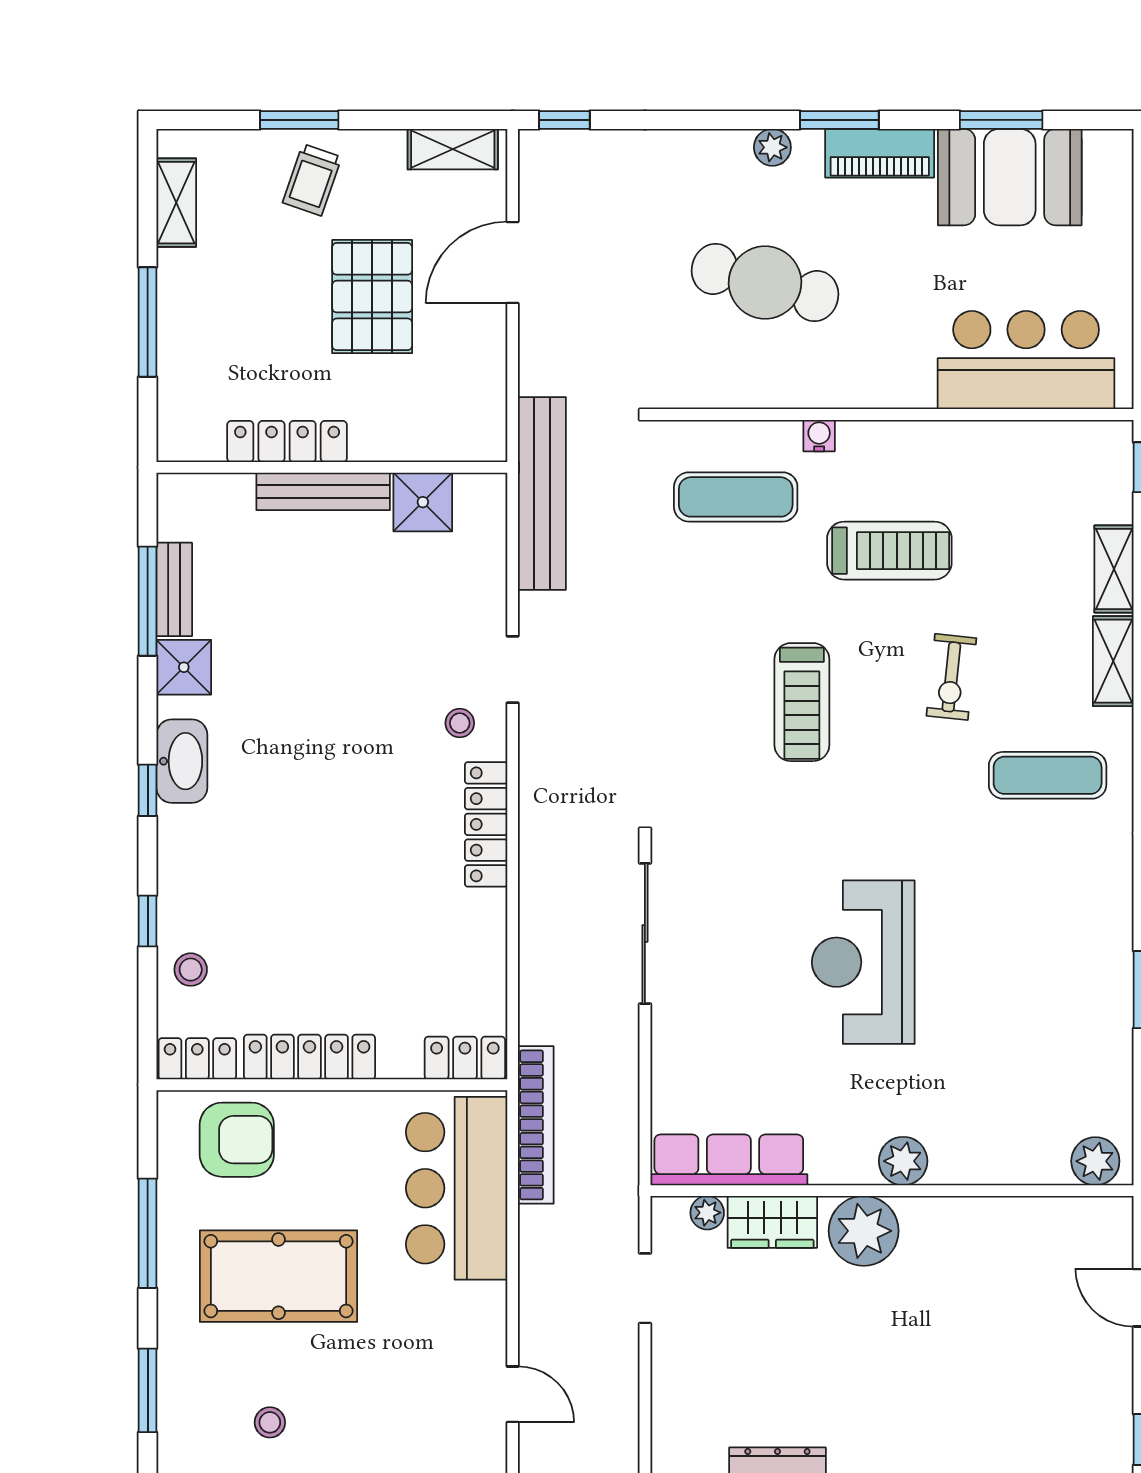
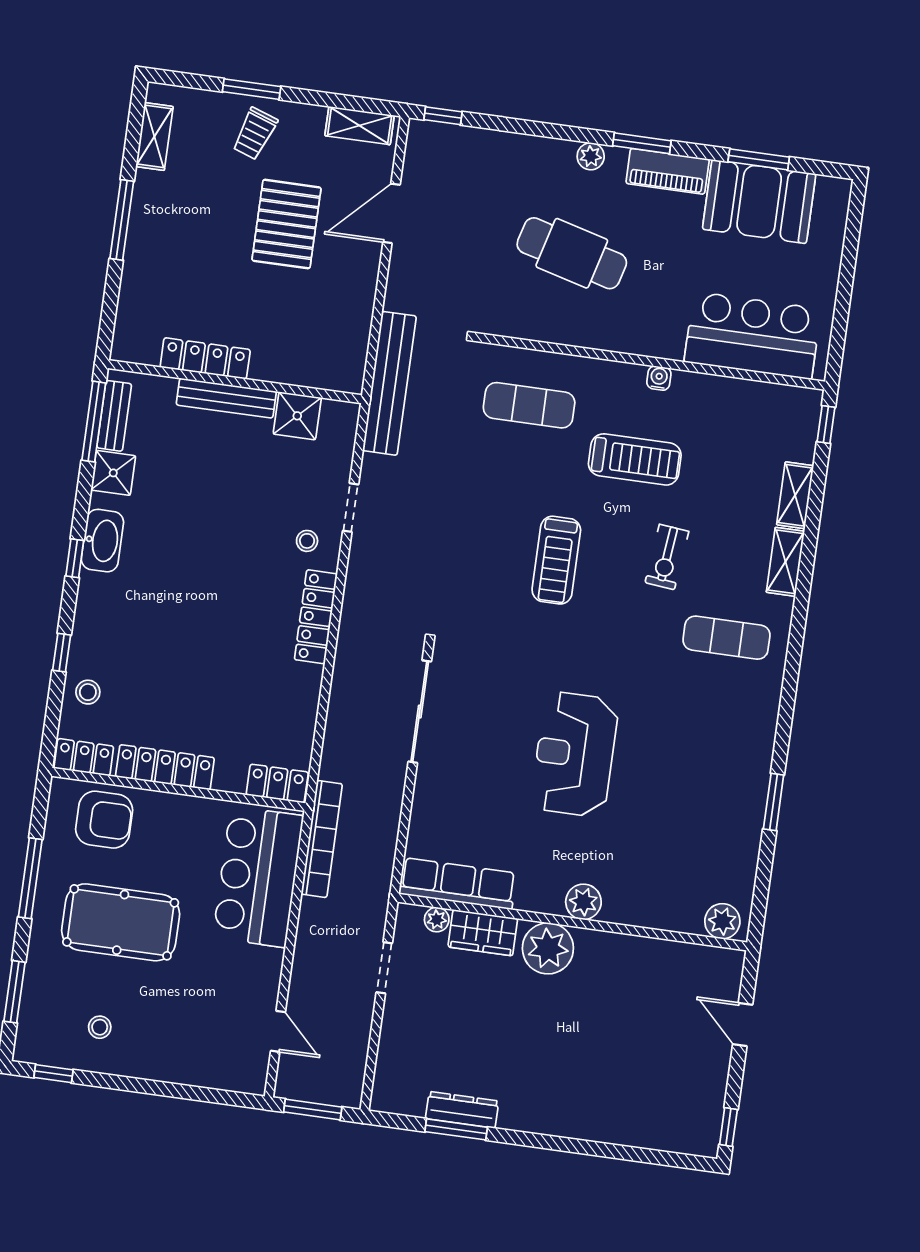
water cooler: (819, 436) -> (659, 378), moved
locker: (287, 442) -> (205, 358), moved
wall: (332, 467) -> (235, 382), moved
bench: (323, 491) -> (226, 398), moved
shower: (423, 502) -> (297, 416), moved

